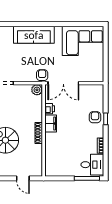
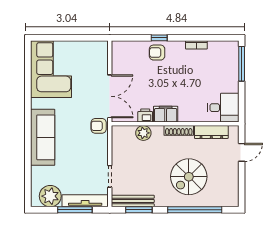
plant: (37, 90) -> (143, 133), moved
dresser: (38, 156) -> (211, 132), added
desk: (92, 165) -> (223, 108), moved, turned 90

